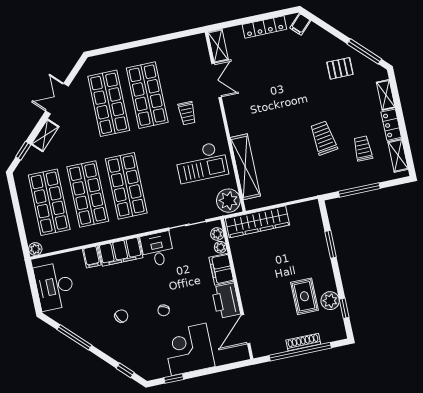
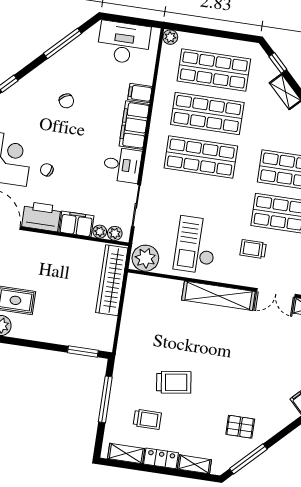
pallet: (340, 68) -> (240, 427), turned 90
shelving: (245, 167) -> (218, 296), moved
window: (331, 244) -> (83, 352), moved
chair: (164, 310) -> (47, 170), moved

